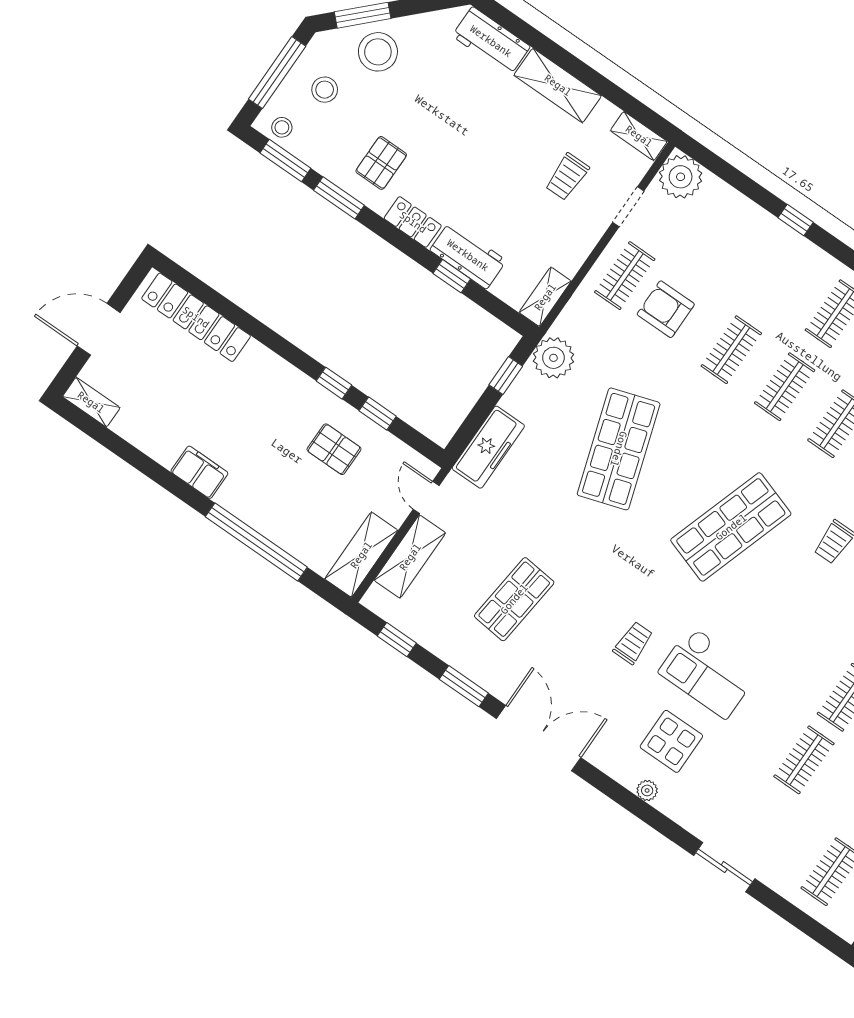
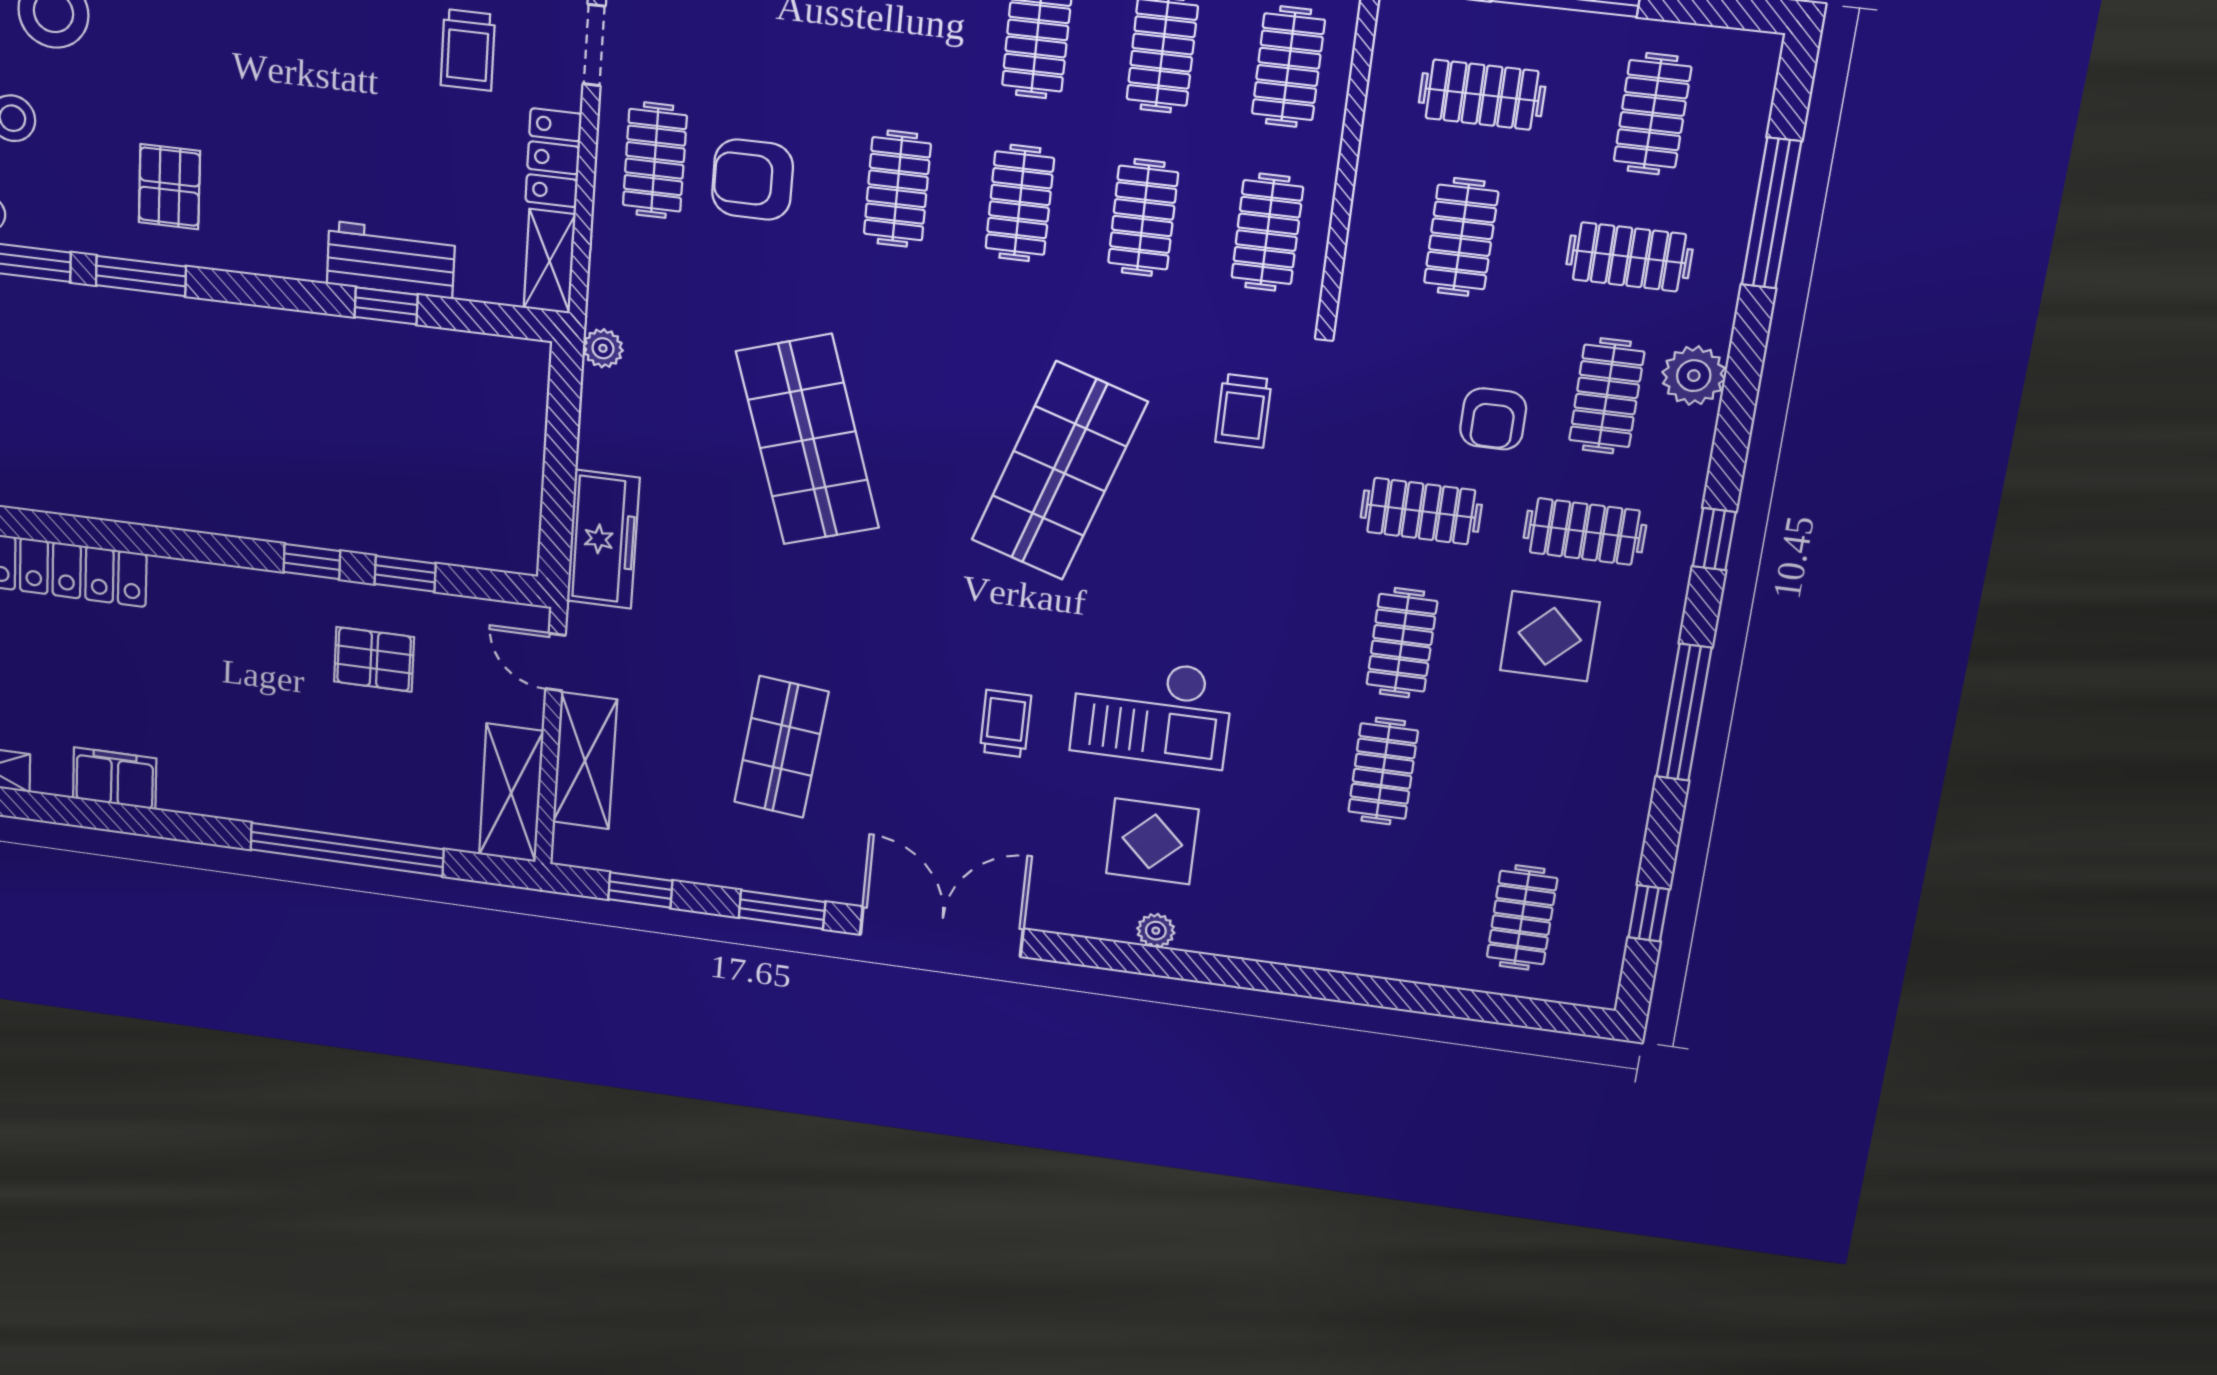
locker: (413, 222) -> (553, 158), moved, turned -90
plant: (553, 358) -> (603, 348), width x0.53, depth x0.53
window: (506, 376) -> (563, 416), removed
filing cabinet: (199, 472) -> (115, 778), moved
sliding door: (724, 867) -> (1344, 987), removed

